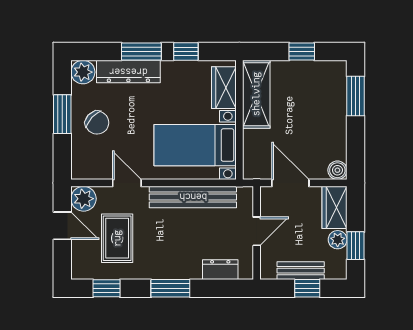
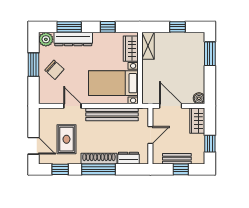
window: (141, 51) -> (69, 27), moved
shelving: (256, 94) -> (148, 46), width x0.67, depth x0.75
plant: (84, 199) -> (46, 115), removed
door: (62, 226) -> (33, 146), moved
plant: (338, 240) -> (199, 140), removed
shoe rack: (171, 270) -> (99, 159), added
window: (170, 288) -> (99, 169), width x1.44

